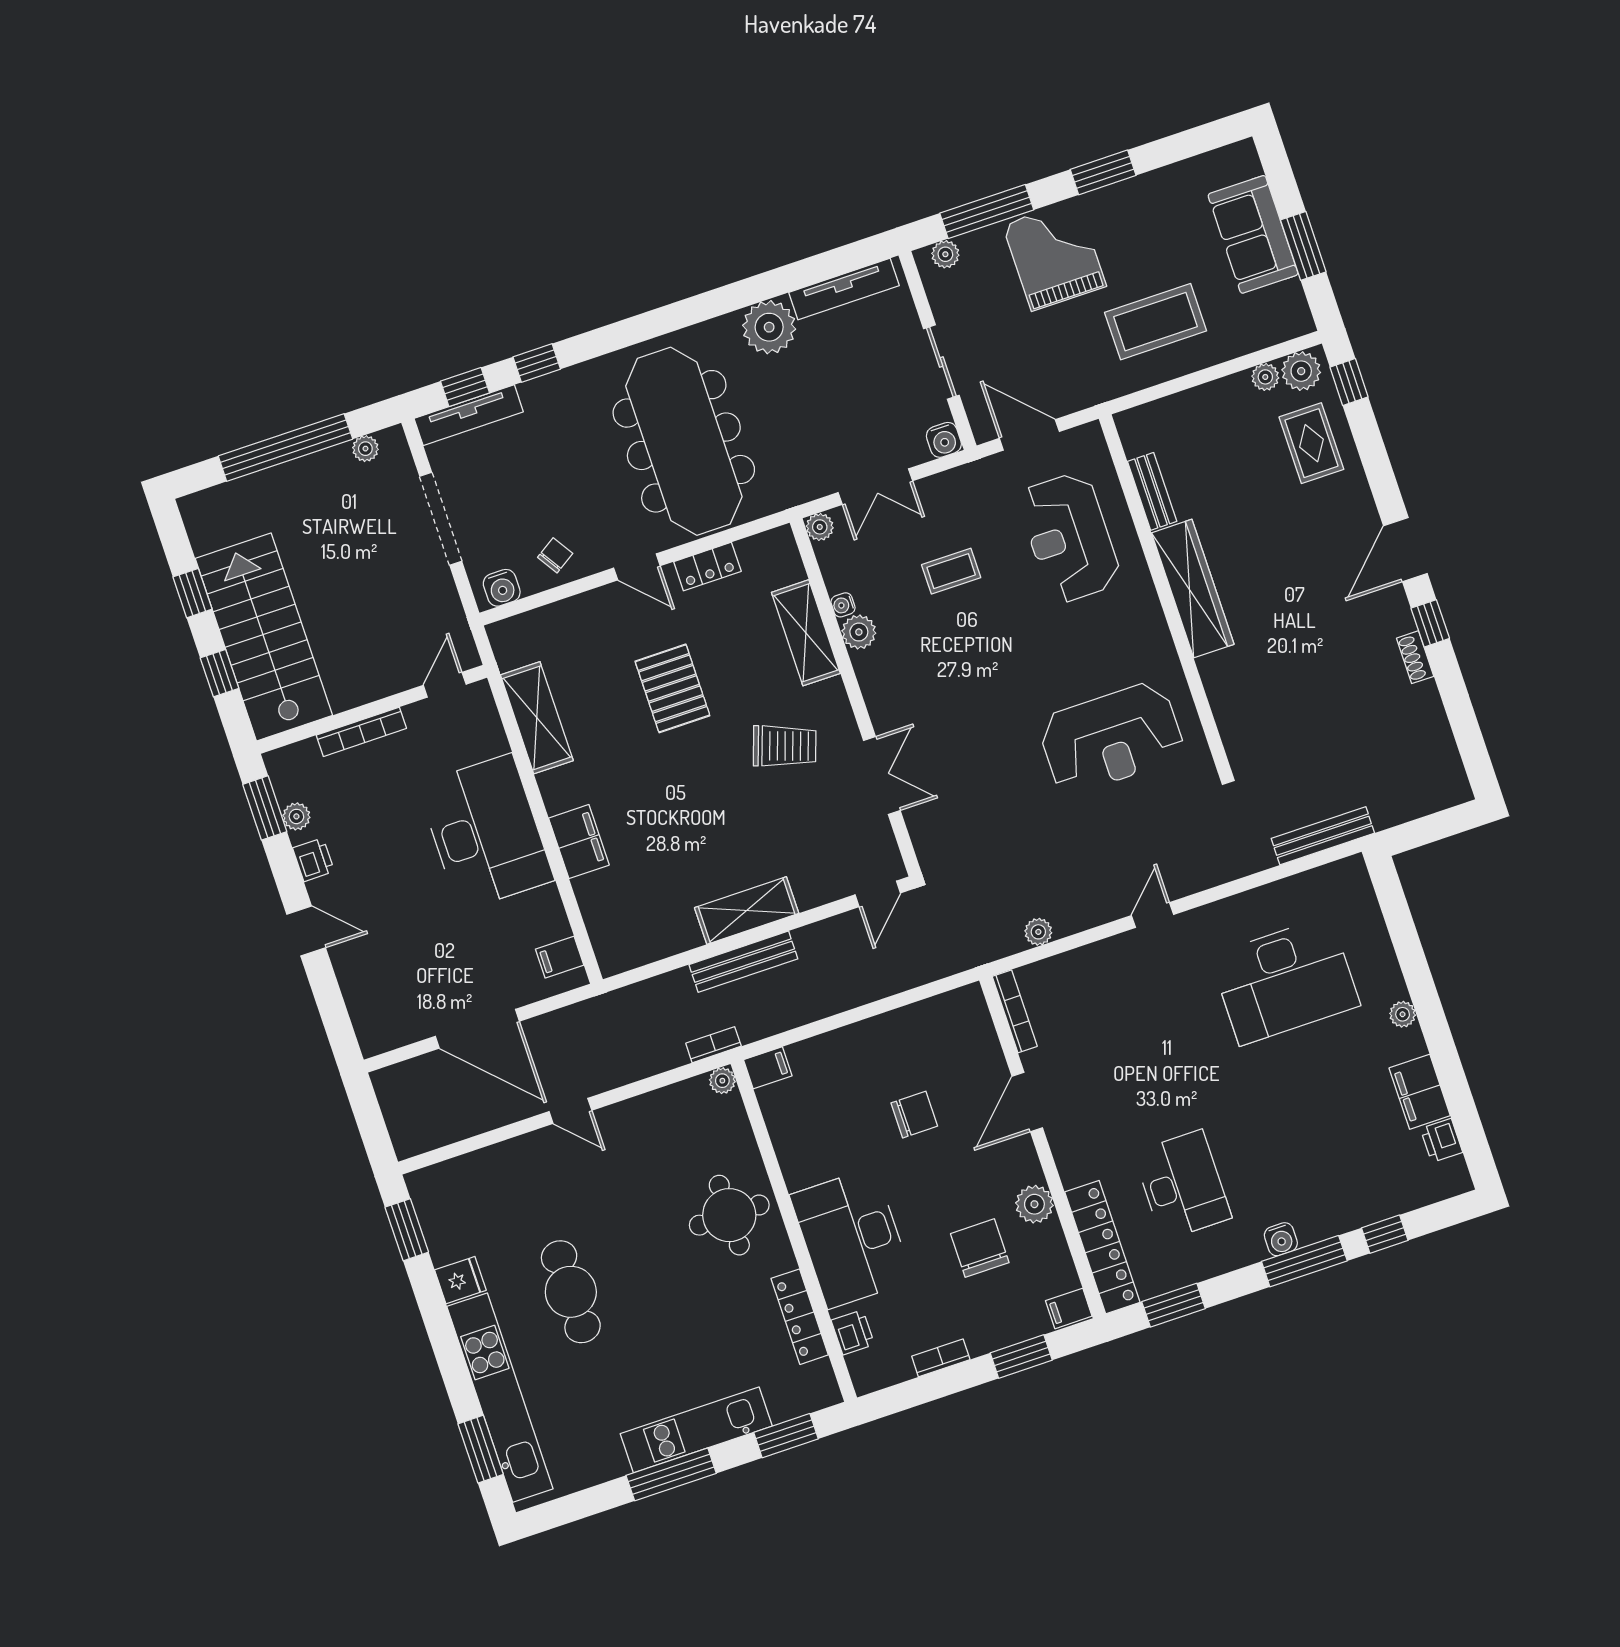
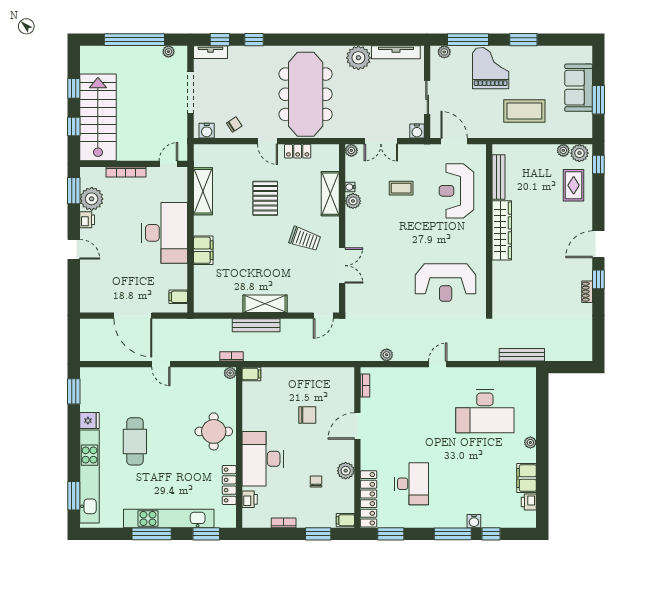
tv unit: (469, 415) -> (210, 52), width x0.71
bench: (1152, 491) -> (498, 177), width x1.36
plant: (296, 816) -> (92, 199), width x1.88, depth x1.88
bookcase: (1015, 1011) -> (365, 385), width x0.64
water cooler: (1281, 1239) -> (474, 521), moved
chair: (980, 1248) -> (316, 482), width x0.54, depth x0.54
kitchen unit: (696, 1430) -> (169, 518), width x1.36

